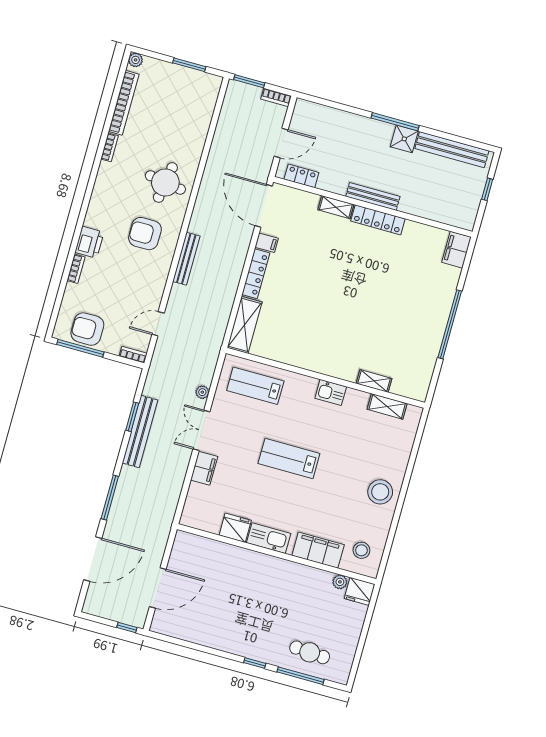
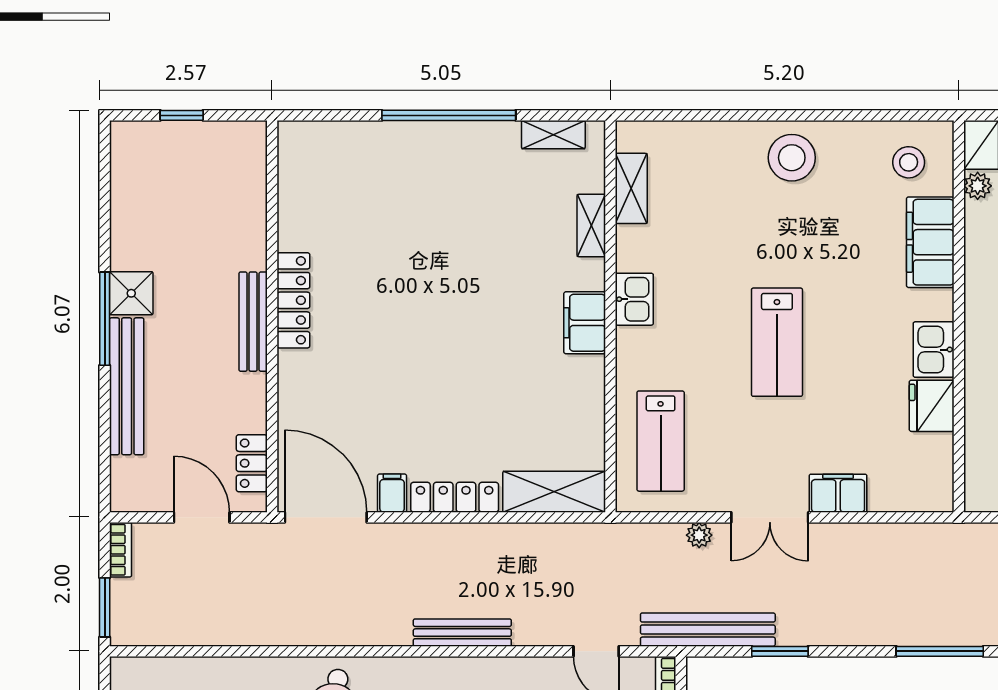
bench: (452, 150) -> (127, 386), moved
door: (264, 206) -> (326, 517), swing flipped
shelving: (336, 207) -> (553, 135), moved, turned 90
filing cabinet: (456, 250) -> (585, 323), moved, turned 90
bench: (140, 432) -> (708, 630), moved
kitchen sink: (269, 538) -> (934, 350), width x0.73

